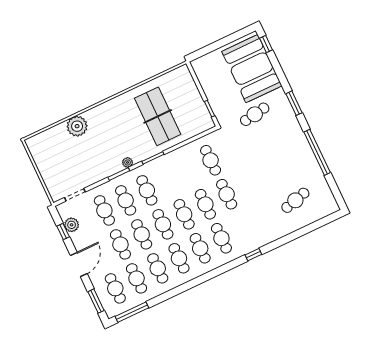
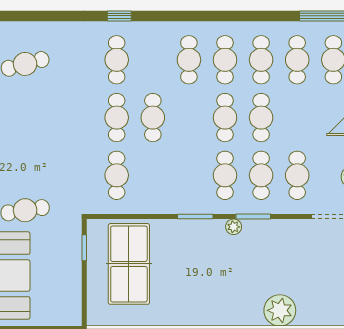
table tennis table: (158, 116) -> (129, 264), moved
cafe table: (184, 214) -> (189, 118), removed
cafe table: (221, 238) -> (117, 60), moved
cafe table: (120, 244) -> (297, 118), removed

